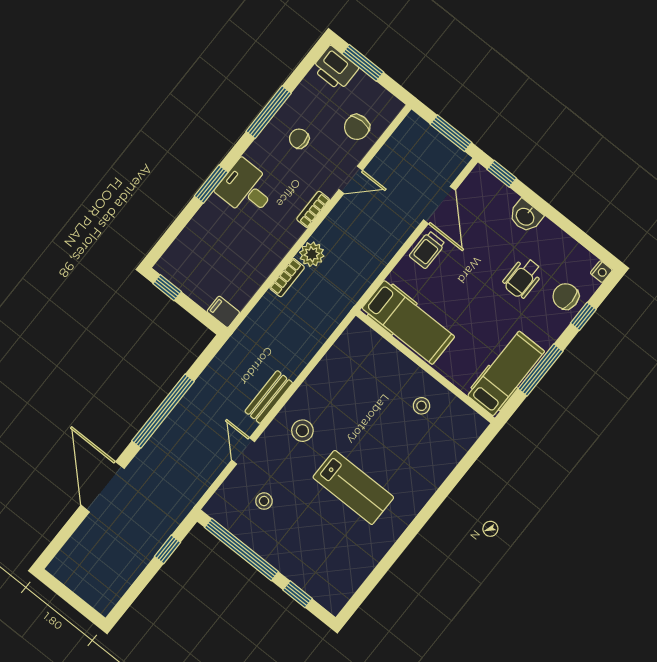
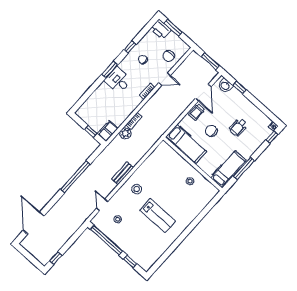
window: (269, 112) -> (130, 47), width x0.46
window: (502, 174) -> (239, 87), moved
window: (211, 184) -> (110, 70), moved
washbasin: (525, 216) -> (225, 86), moved
plant: (312, 254) -> (125, 133), moved
window: (167, 288) -> (91, 131), moved
chair: (566, 296) -> (211, 131), moved
filing cabinet: (223, 312) -> (108, 131), width x2.00
window: (583, 316) -> (272, 137), moved
door: (243, 451) -> (102, 205), moved
door: (103, 487) -> (34, 223), moved
window: (167, 549) -> (56, 258), moved

